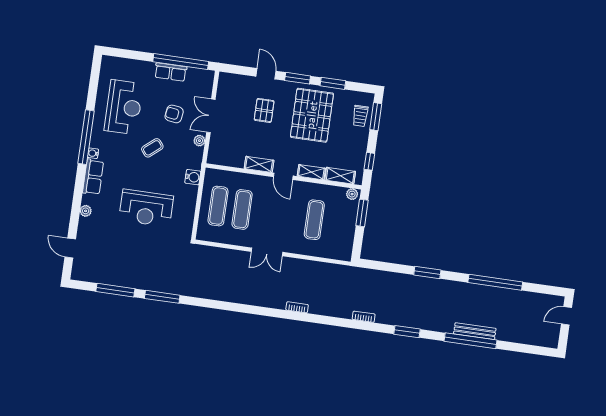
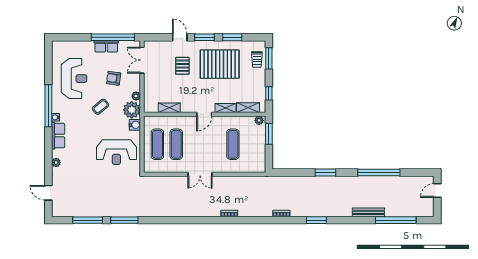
pallet: (312, 115) -> (220, 64), turned 90
double door: (211, 116) -> (142, 60), moved
plant: (192, 157) -> (132, 110), added
shelving: (259, 164) -> (169, 108), moved
door: (283, 176) -> (204, 114), hinge flipped
reception desk: (146, 208) -> (116, 152), moved
window: (470, 341) -> (396, 220), moved

